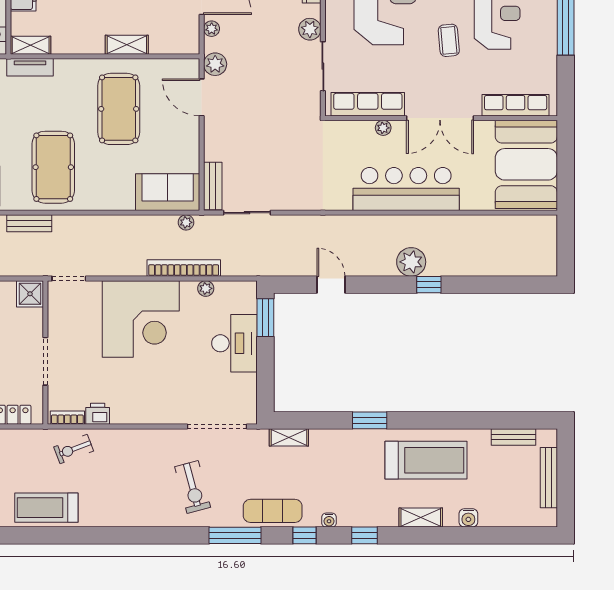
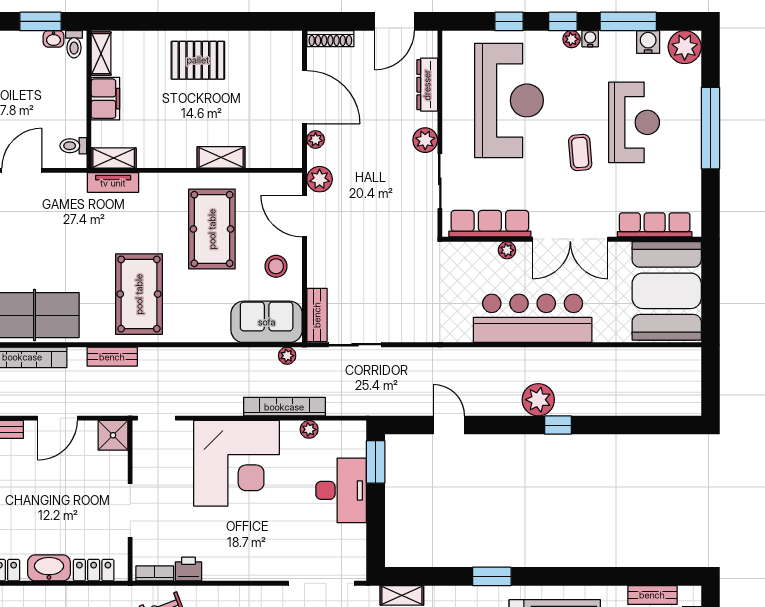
stool: (176, 142) -> (276, 266), added

